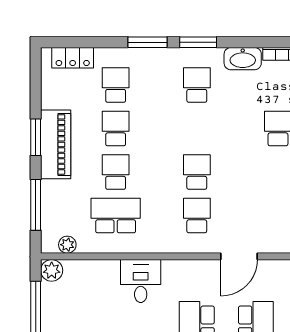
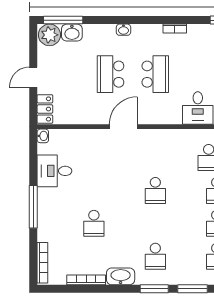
school desk: (197, 216) -> (155, 158), removed

